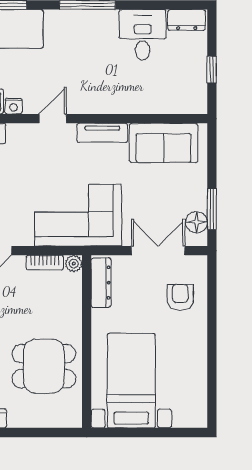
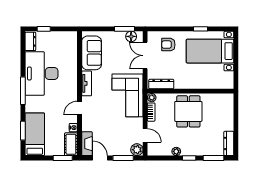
desk: (143, 35) -> (41, 73), width x1.87, depth x1.30
window: (212, 70) -> (44, 29), moved
door: (53, 119) -> (79, 108), hinge flipped
window: (212, 362) -> (201, 29), added
dining table: (44, 366) -> (188, 111), moved
bed with nightstands: (131, 381) -> (210, 51), moved

